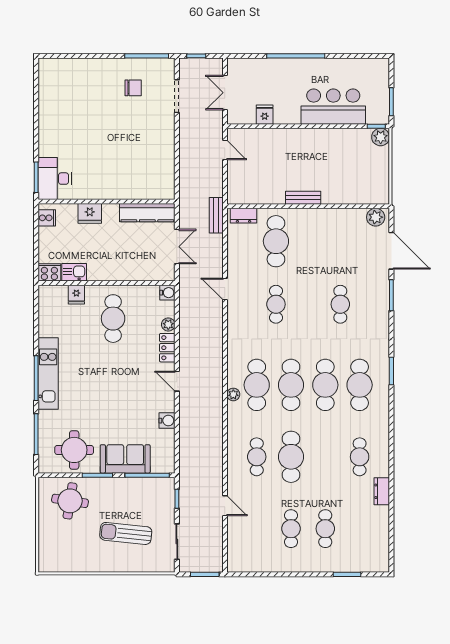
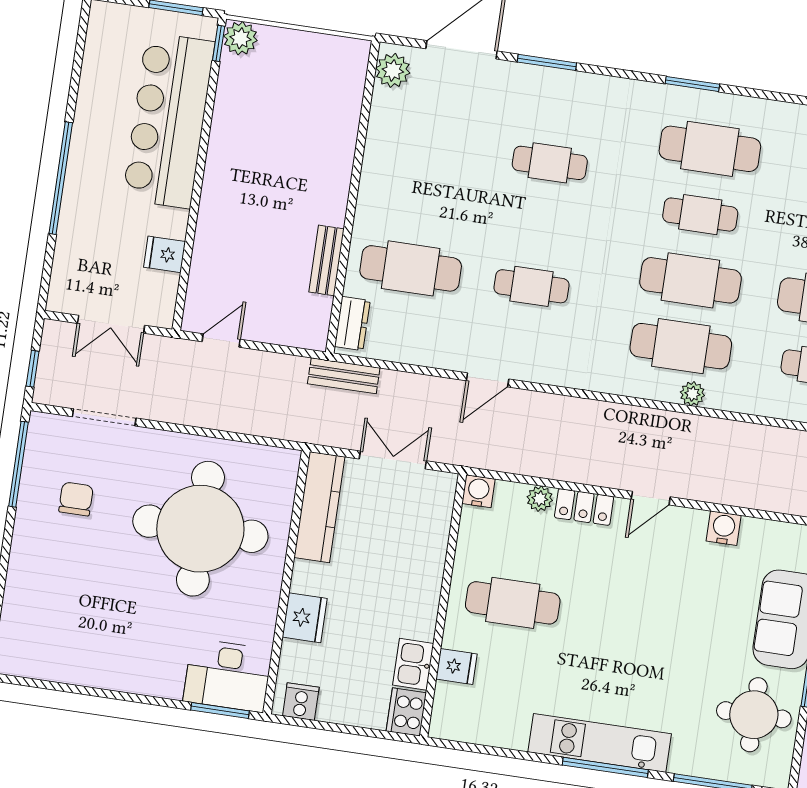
bar counter: (333, 107) -> (169, 120), width x1.36
round table: (127, 154) -> (200, 529), added
bench: (303, 198) -> (327, 260), moved
cafe table: (325, 385) -> (700, 215), width x0.73, depth x0.74

